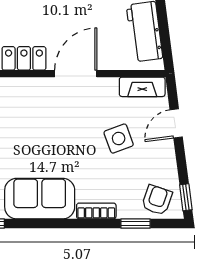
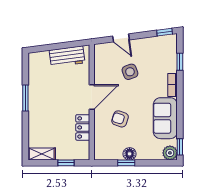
door: (76, 74) -> (92, 97), swing flipped
fireplace: (142, 87) -> (100, 58), removed
armchair: (157, 200) -> (120, 119), moved

